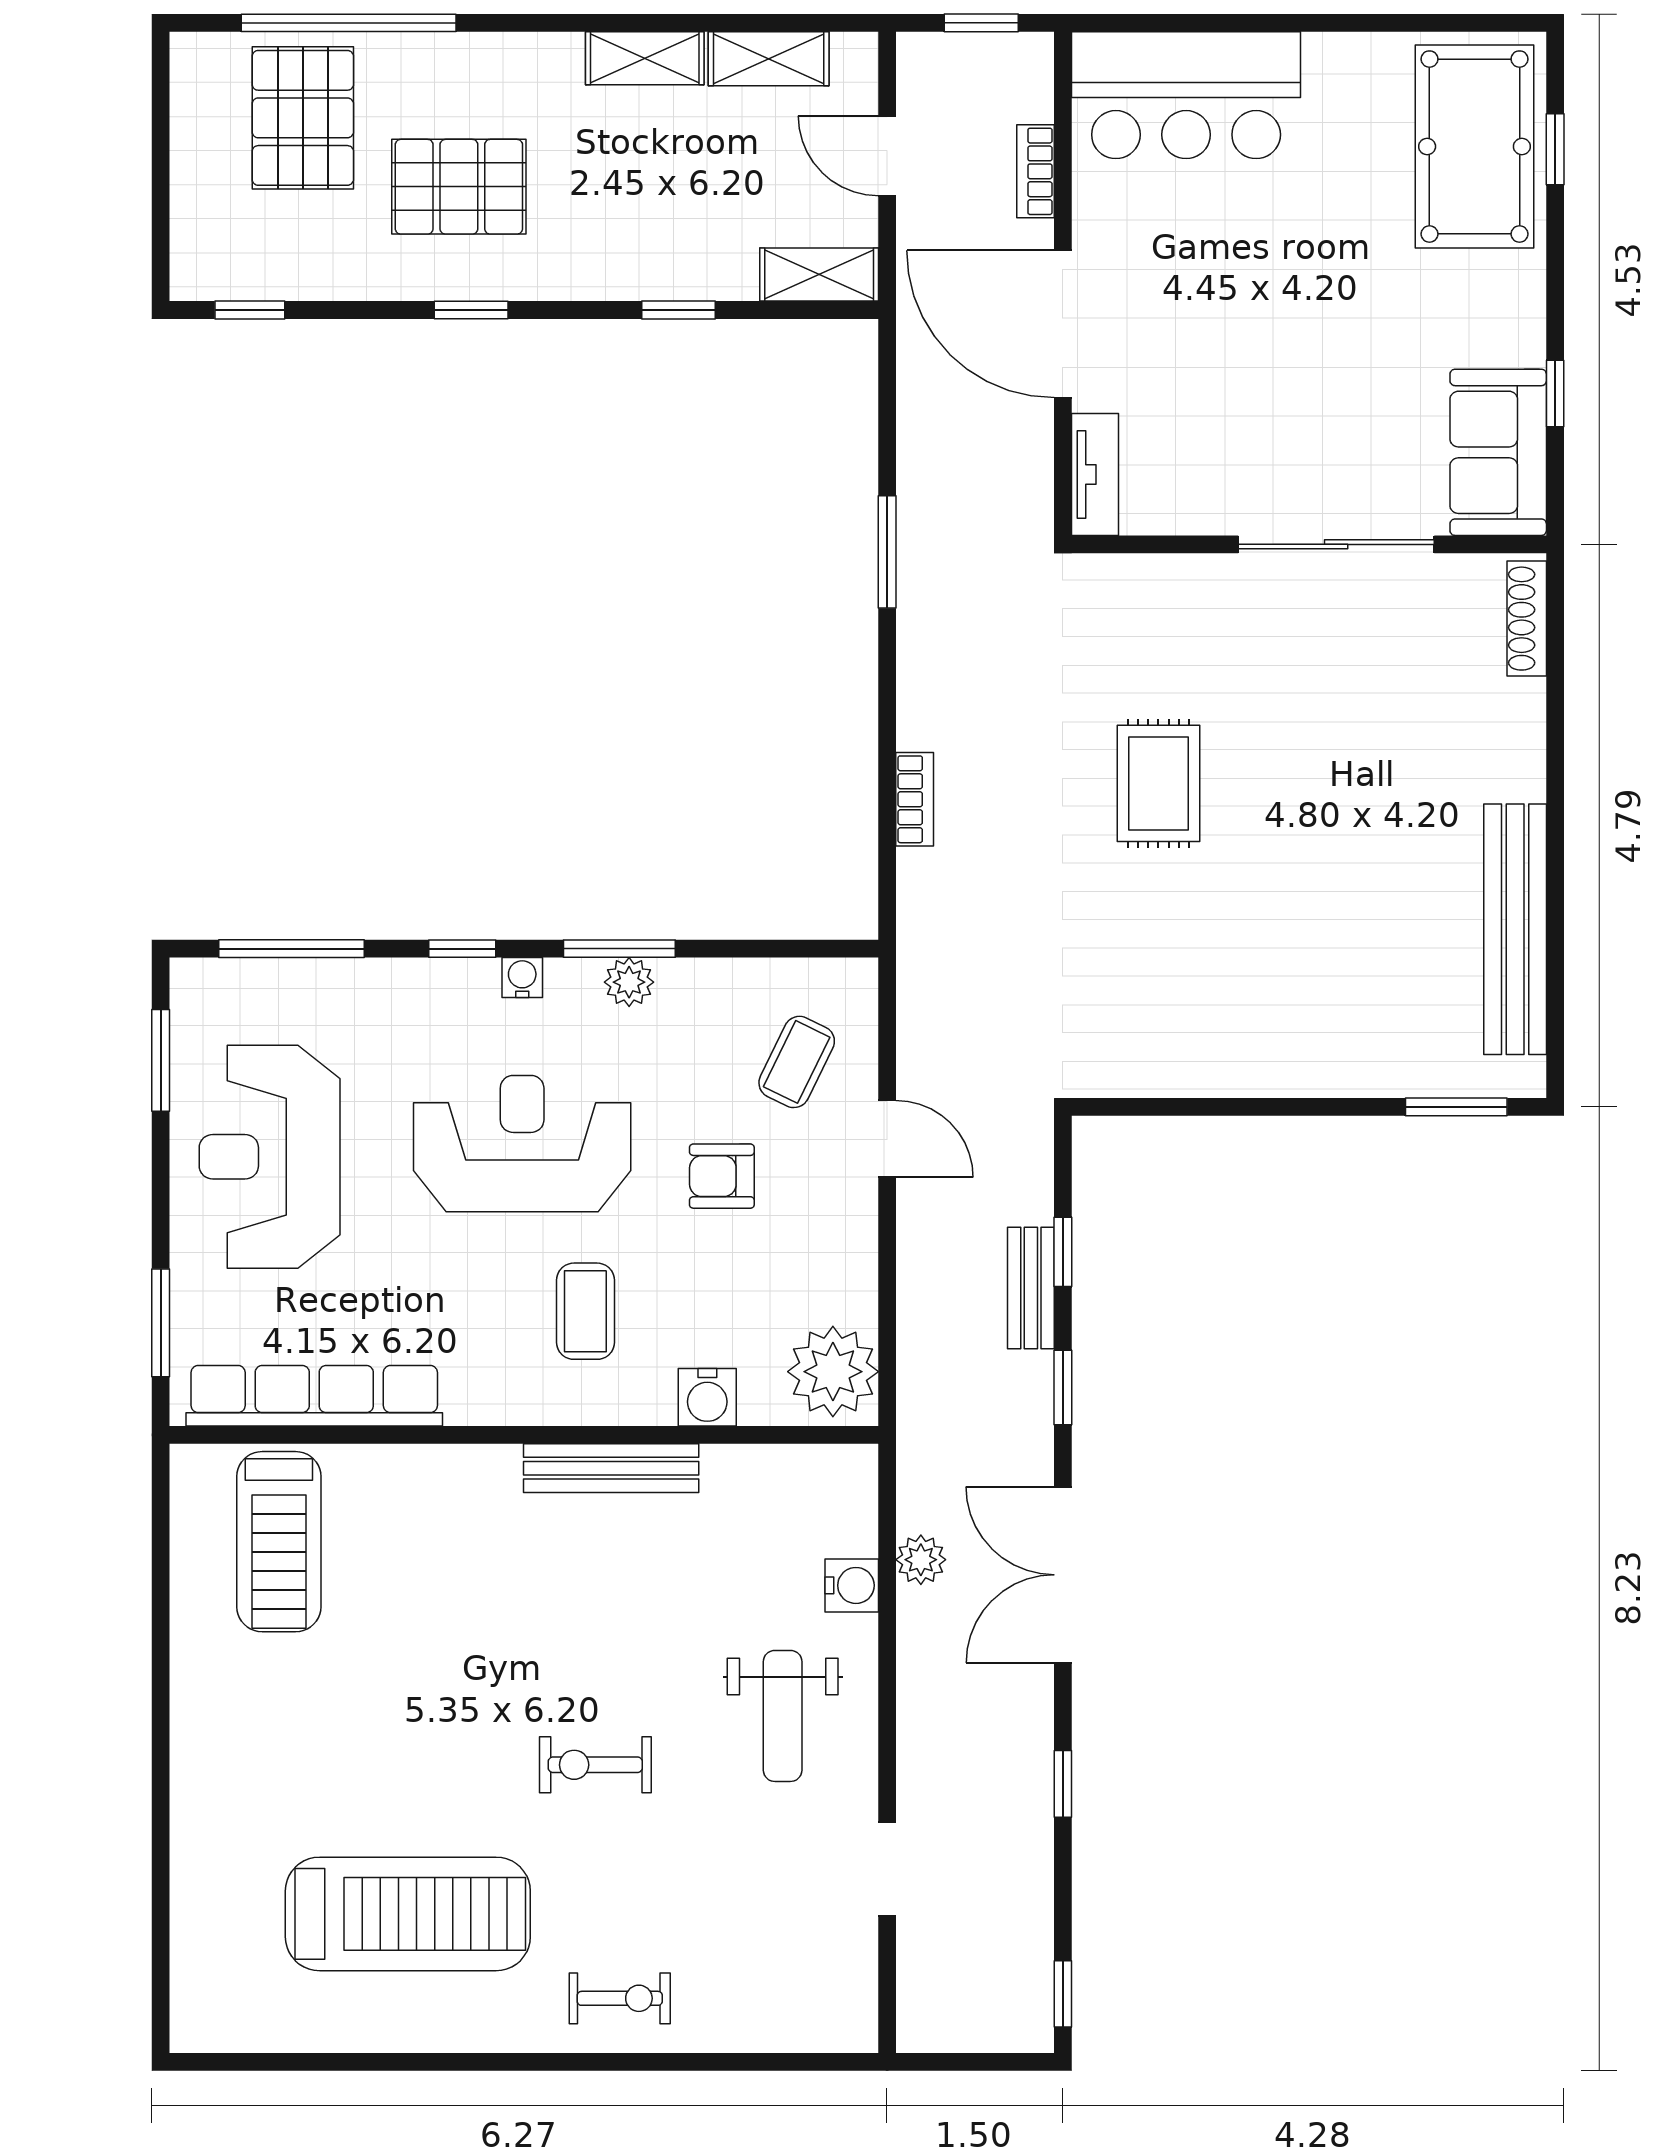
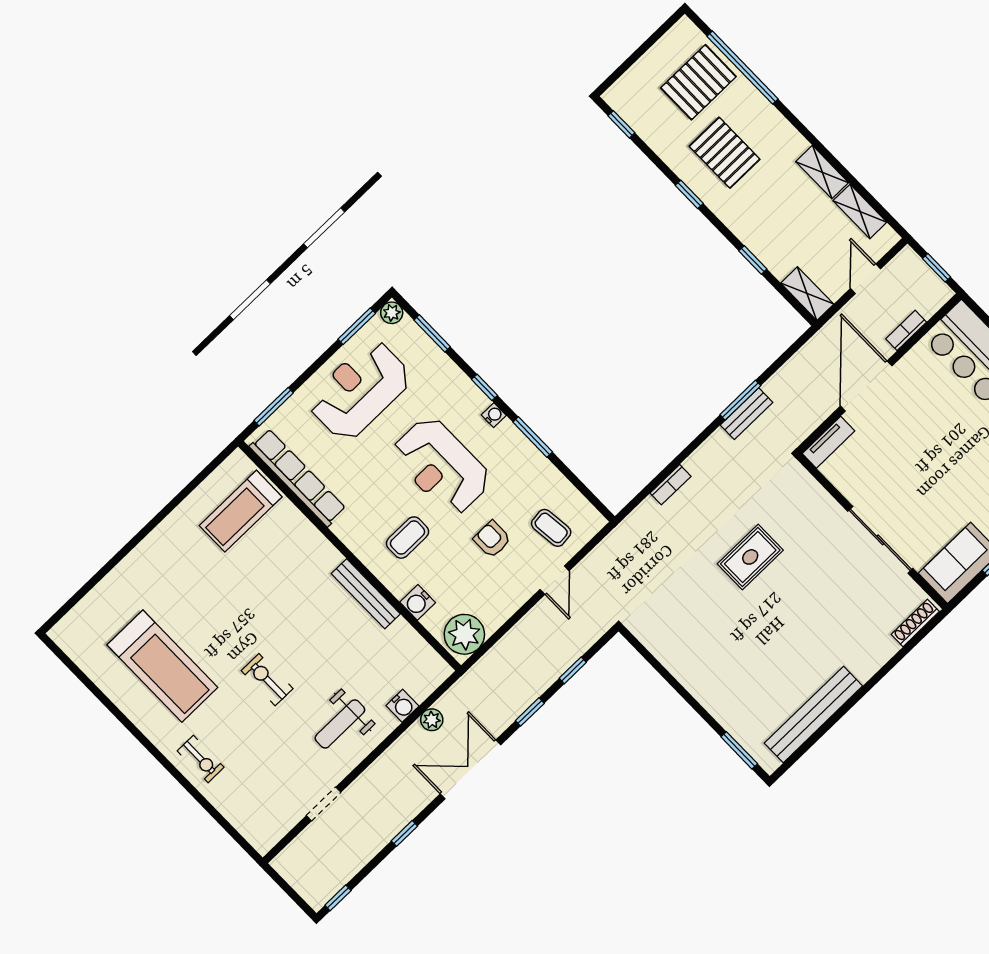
window: (292, 949) -> (432, 333), width x0.69
plant: (629, 982) -> (392, 313), moved
coffee table: (797, 1062) -> (551, 528), turned 58
reception desk: (522, 1144) -> (441, 466), turned 180
bench: (1031, 1288) -> (747, 414), moved

